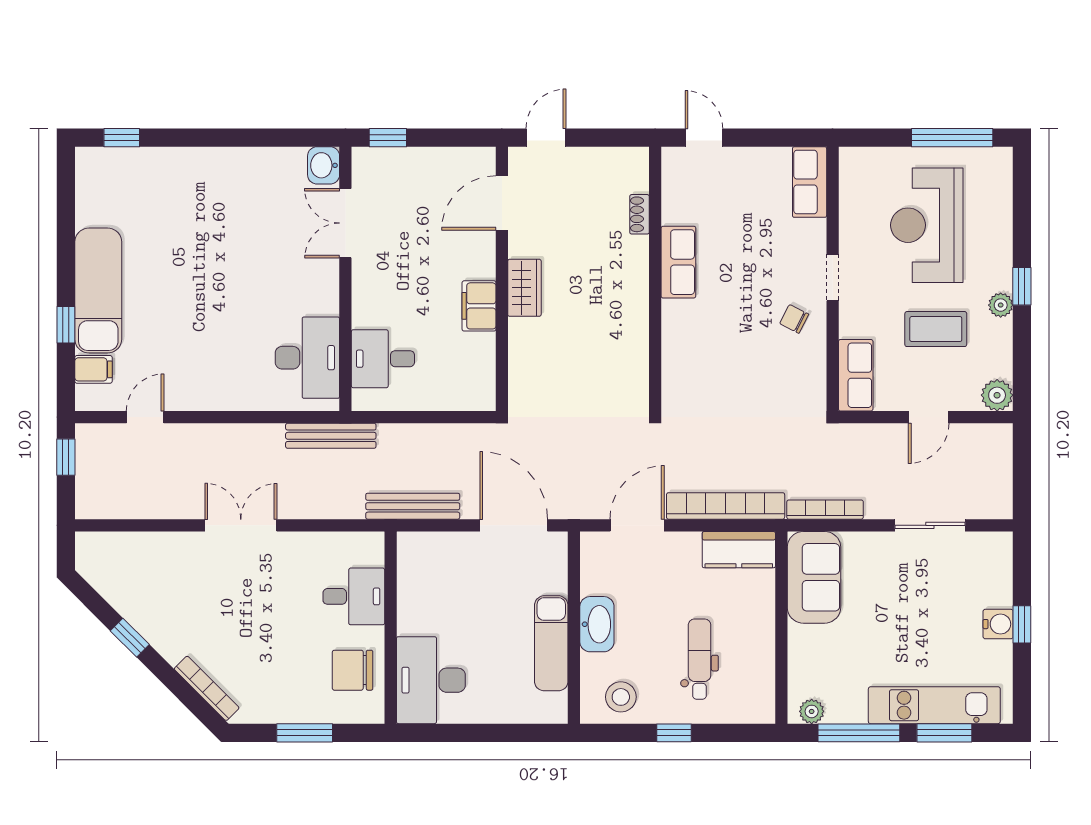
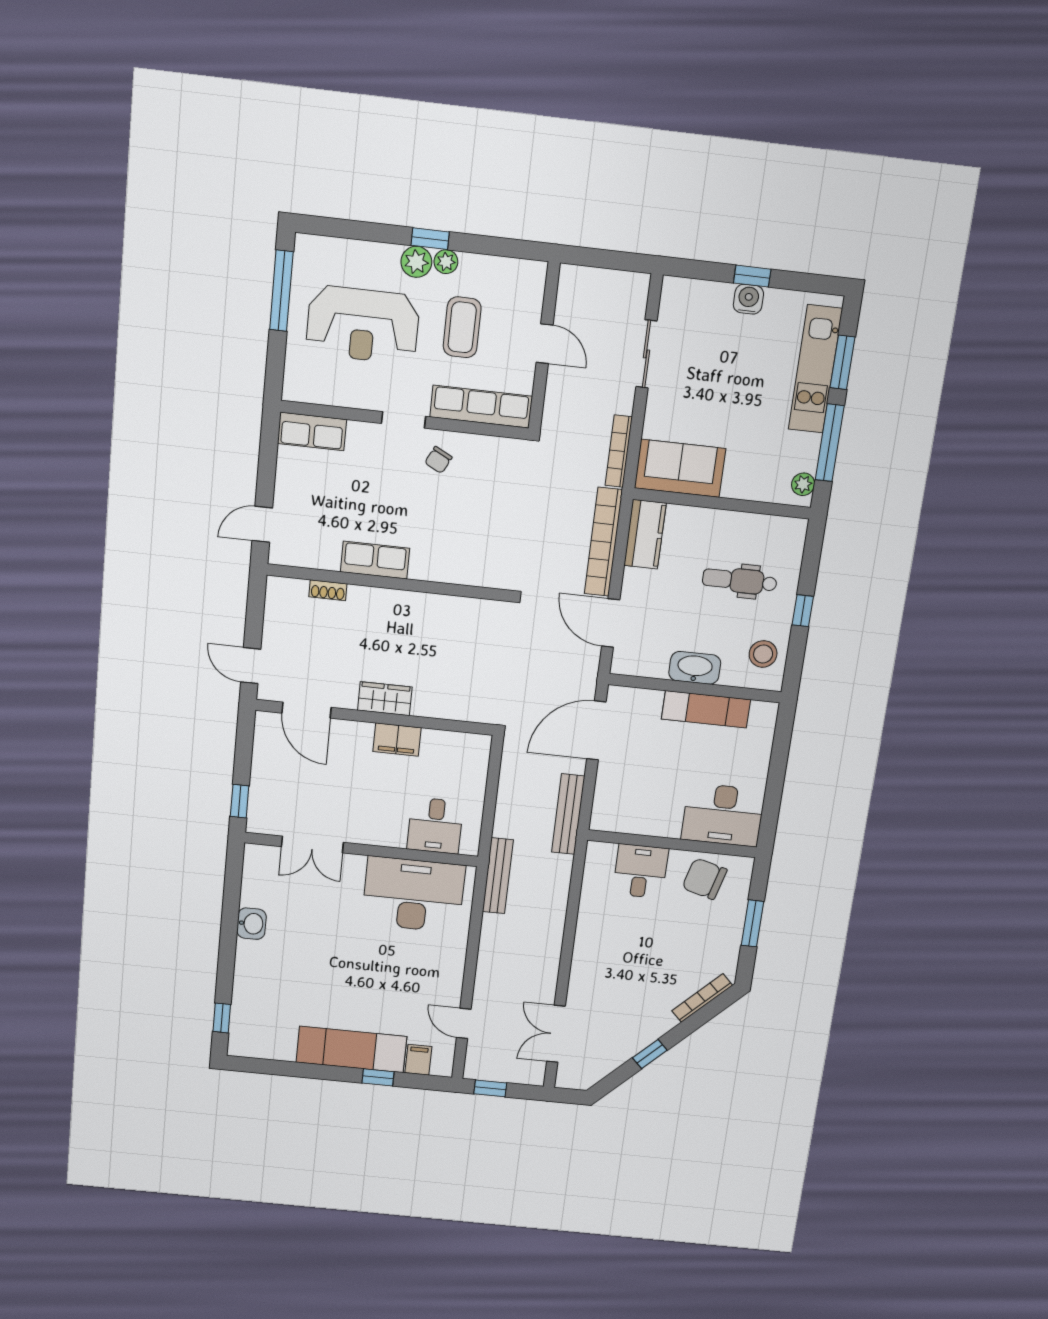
washbasin: (324, 165) -> (251, 924), moved, turned -90
desk: (307, 358) -> (413, 895), width x1.36, depth x1.30
row of seats: (856, 375) -> (481, 407), width x1.48
plant: (997, 395) -> (416, 262), moved
double door: (241, 525) -> (556, 1034), moved
chair: (353, 670) -> (704, 879), turned 105

